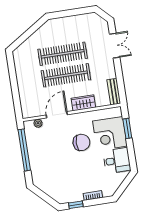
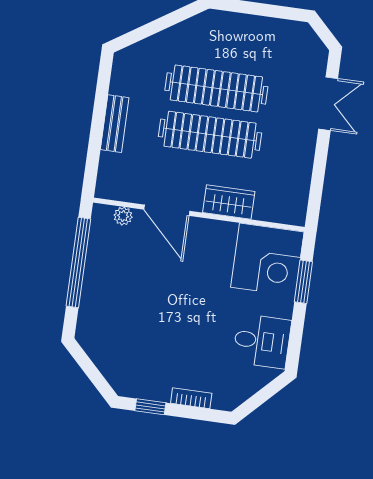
bench: (114, 92) -> (115, 124), moved
door: (57, 115) -> (167, 210), swing flipped
corner desk: (110, 134) -> (267, 260), moved, turned -90
chair: (81, 142) -> (200, 282), removed

